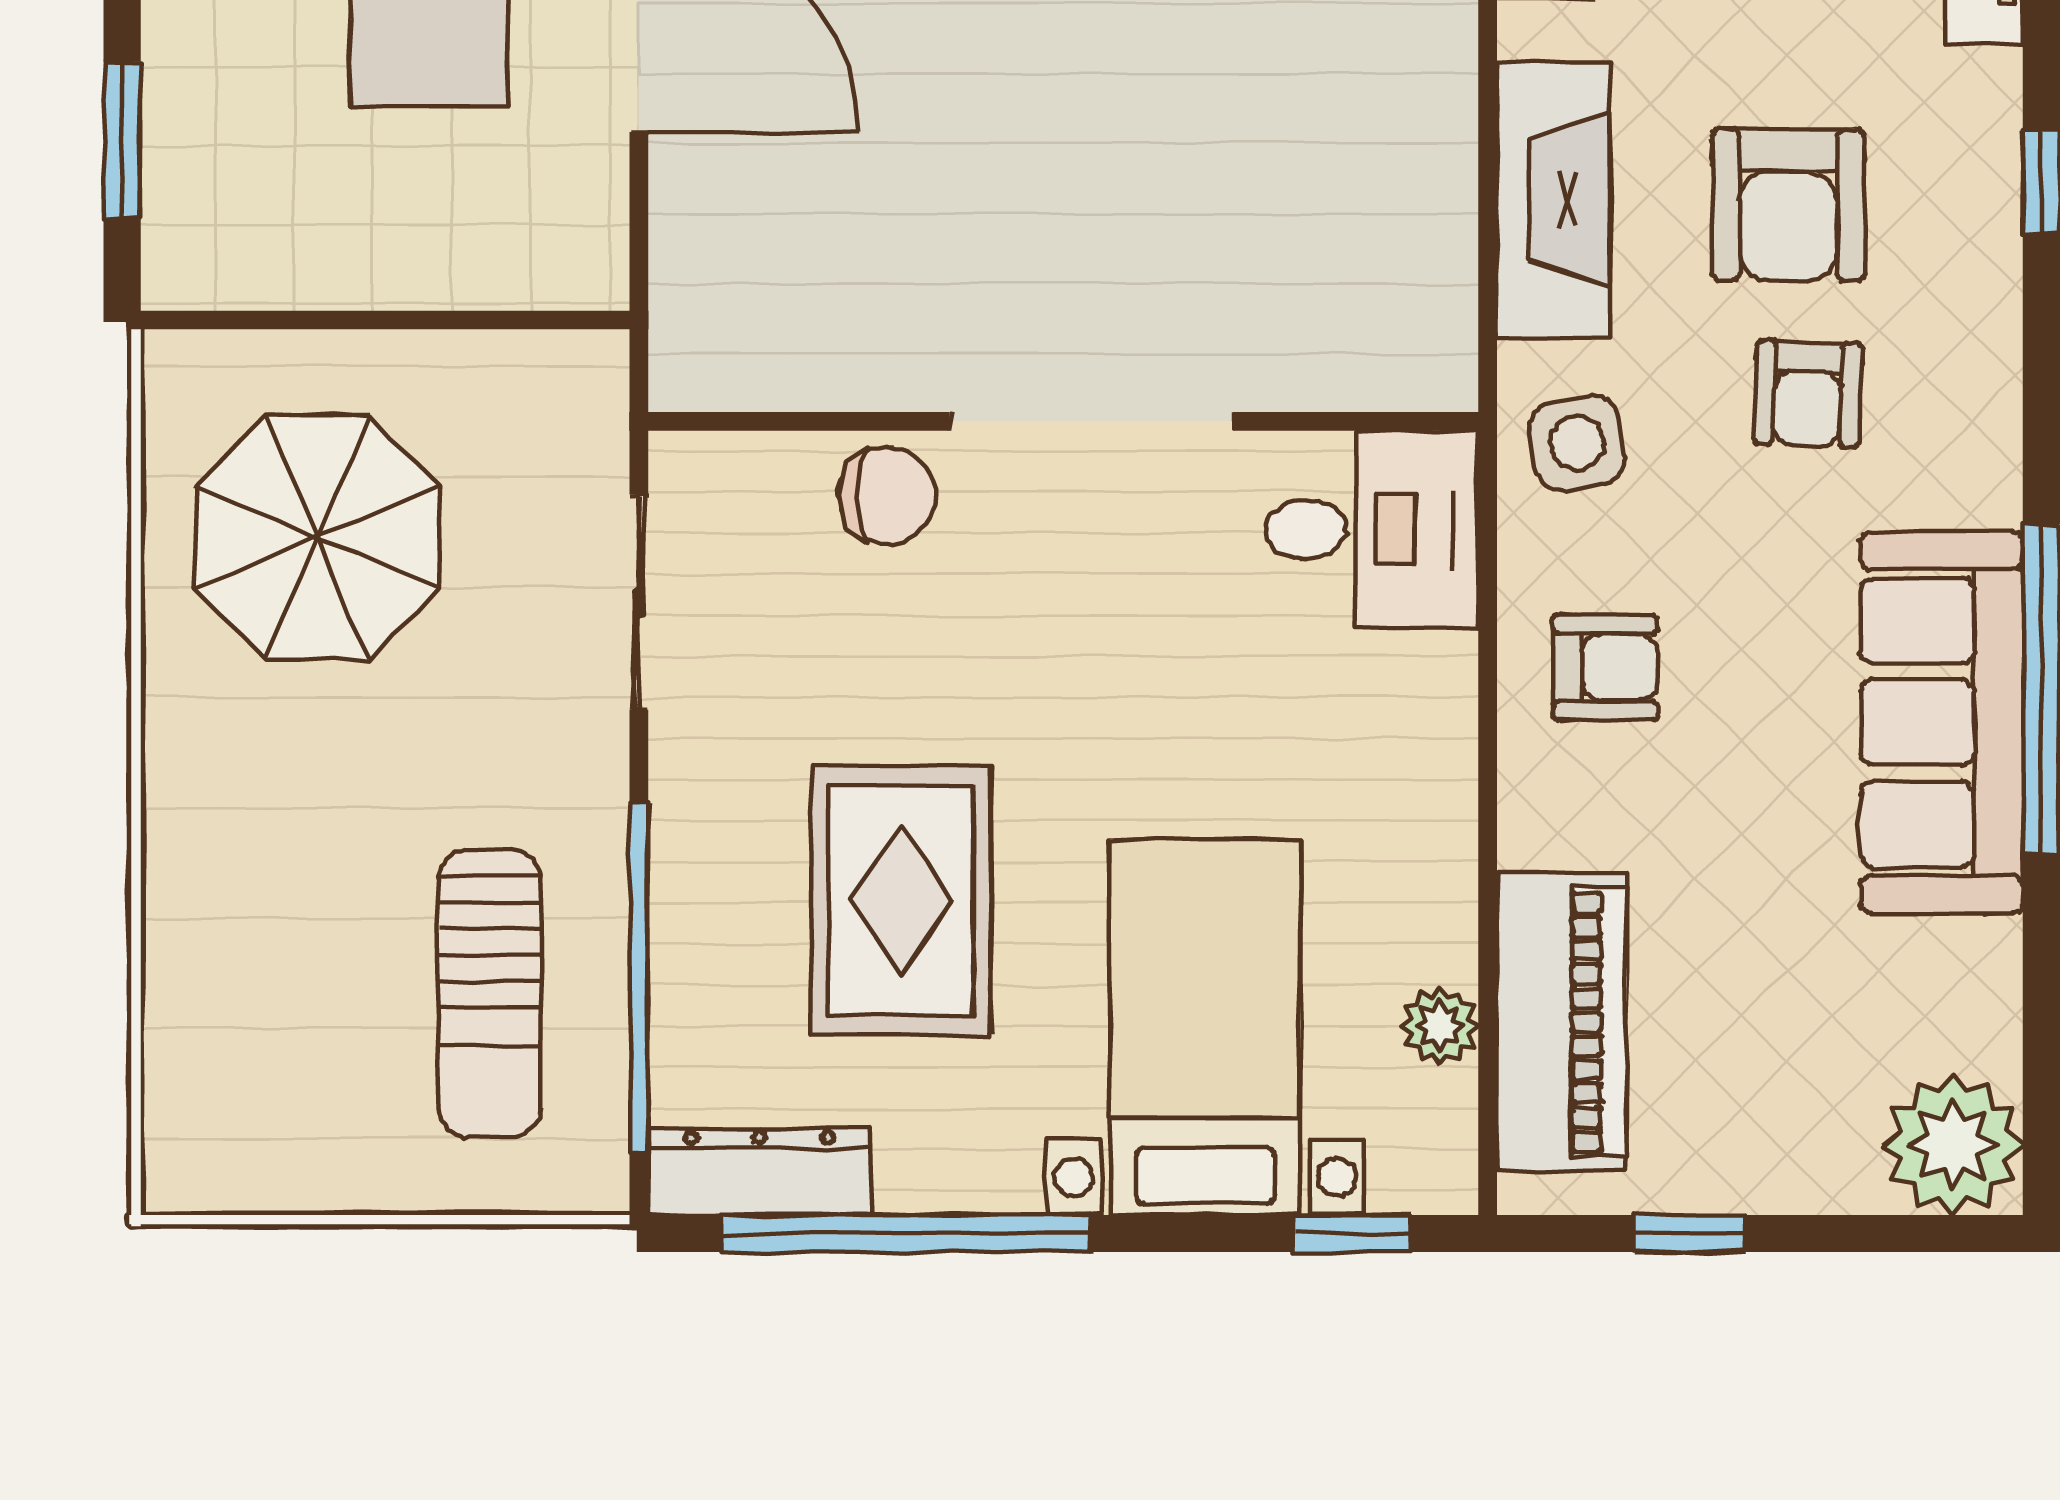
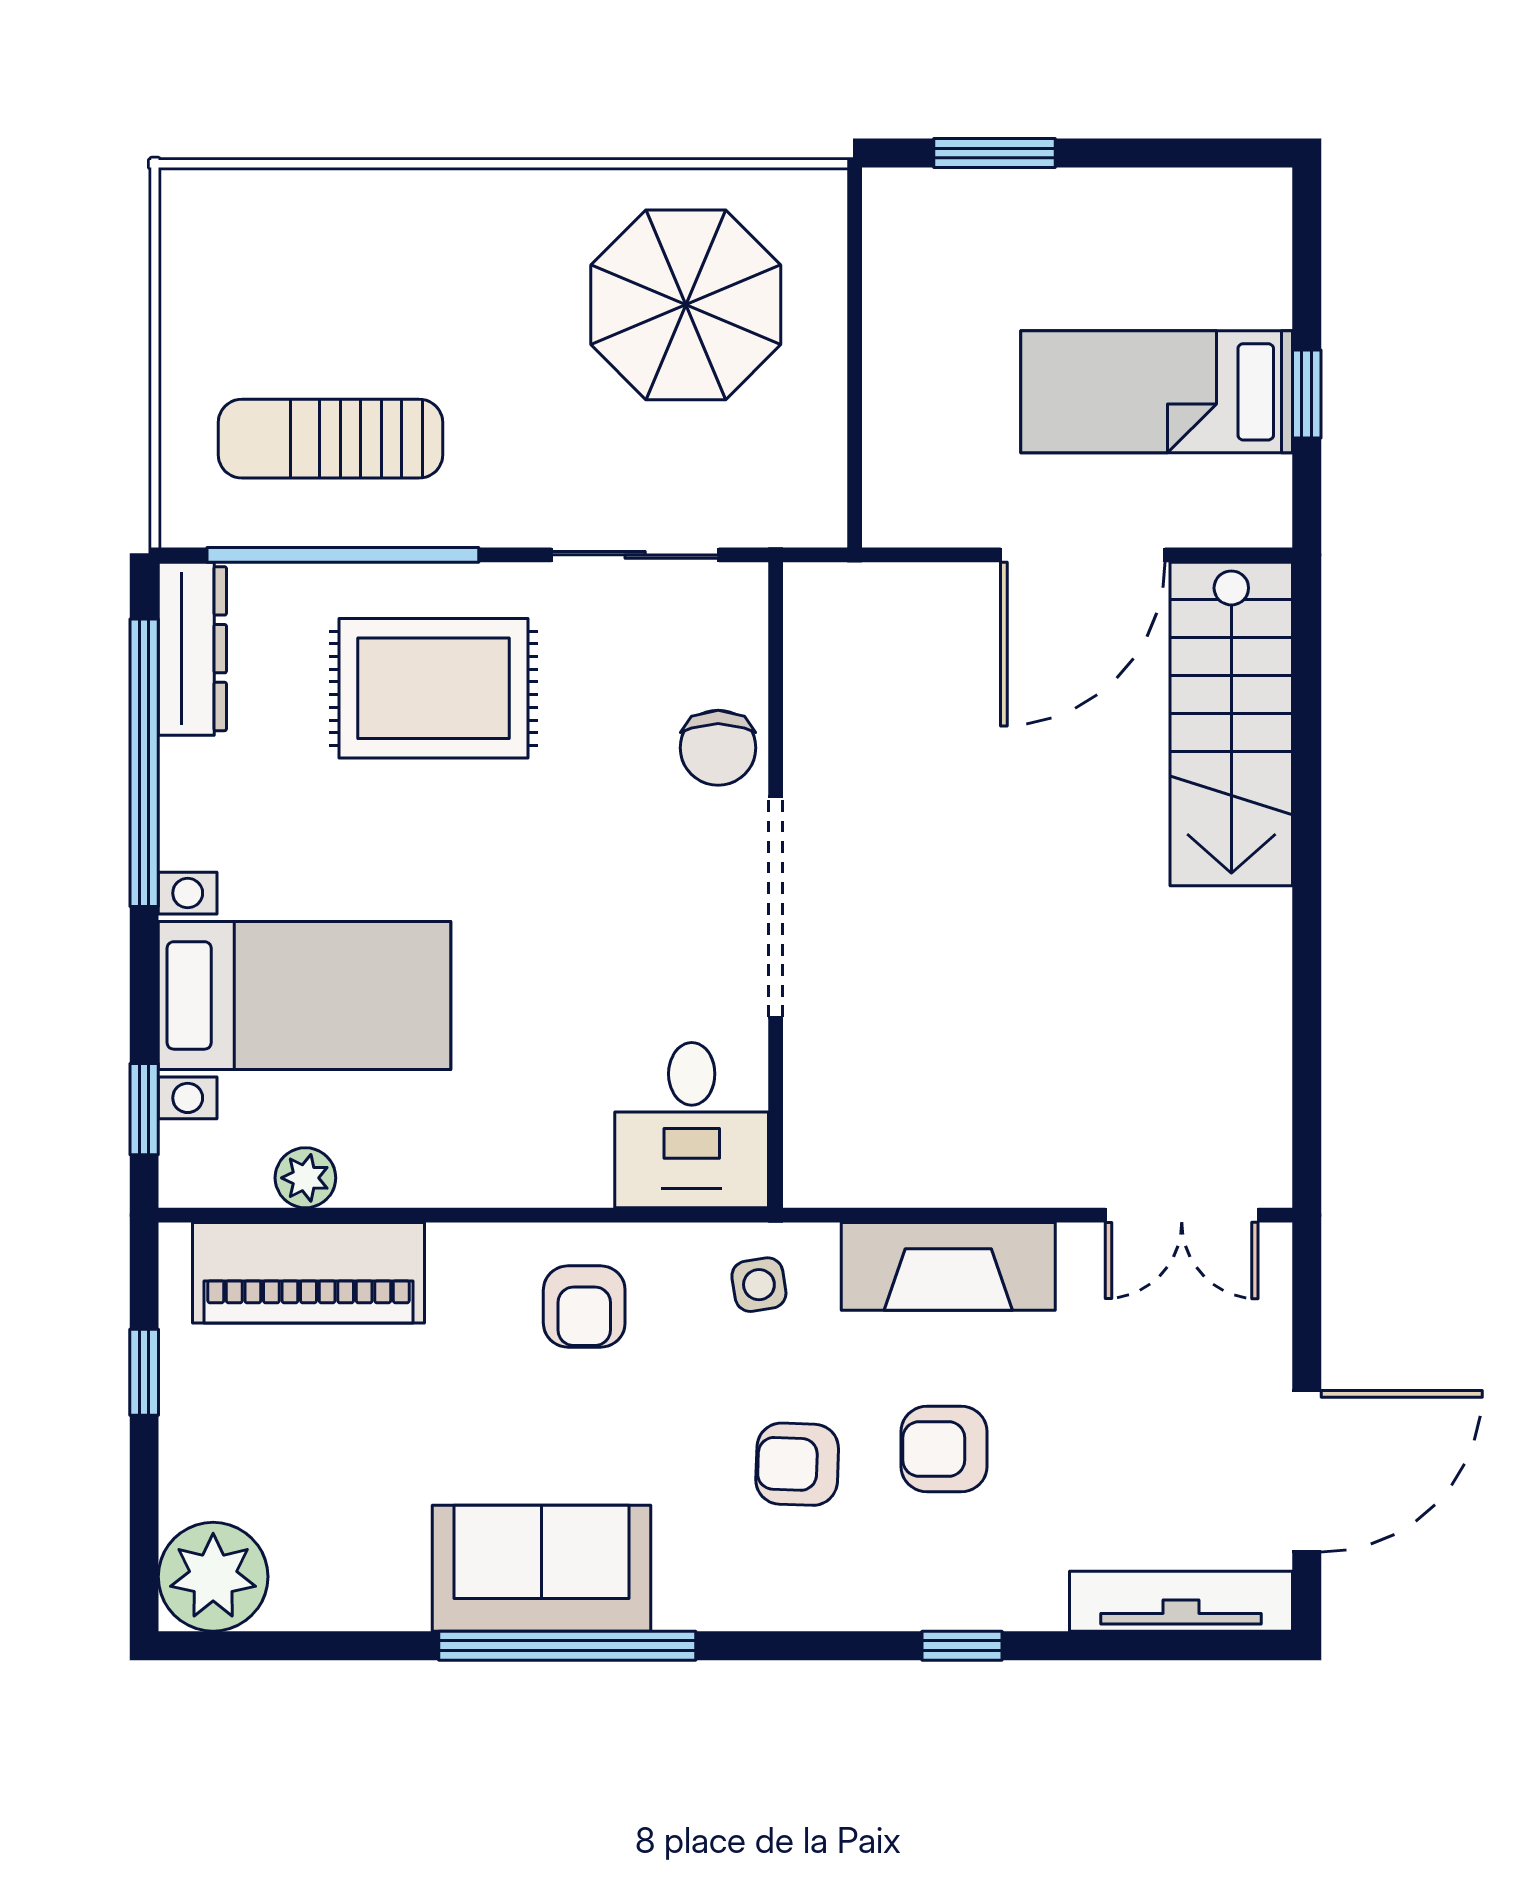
armchair: (1788, 205) -> (944, 1449), width x0.72, depth x0.72
side table: (1577, 443) -> (759, 1285), width x0.73, depth x0.73
sofa: (1942, 722) -> (542, 1568), width x0.73
rug: (901, 900) -> (433, 688), moved

